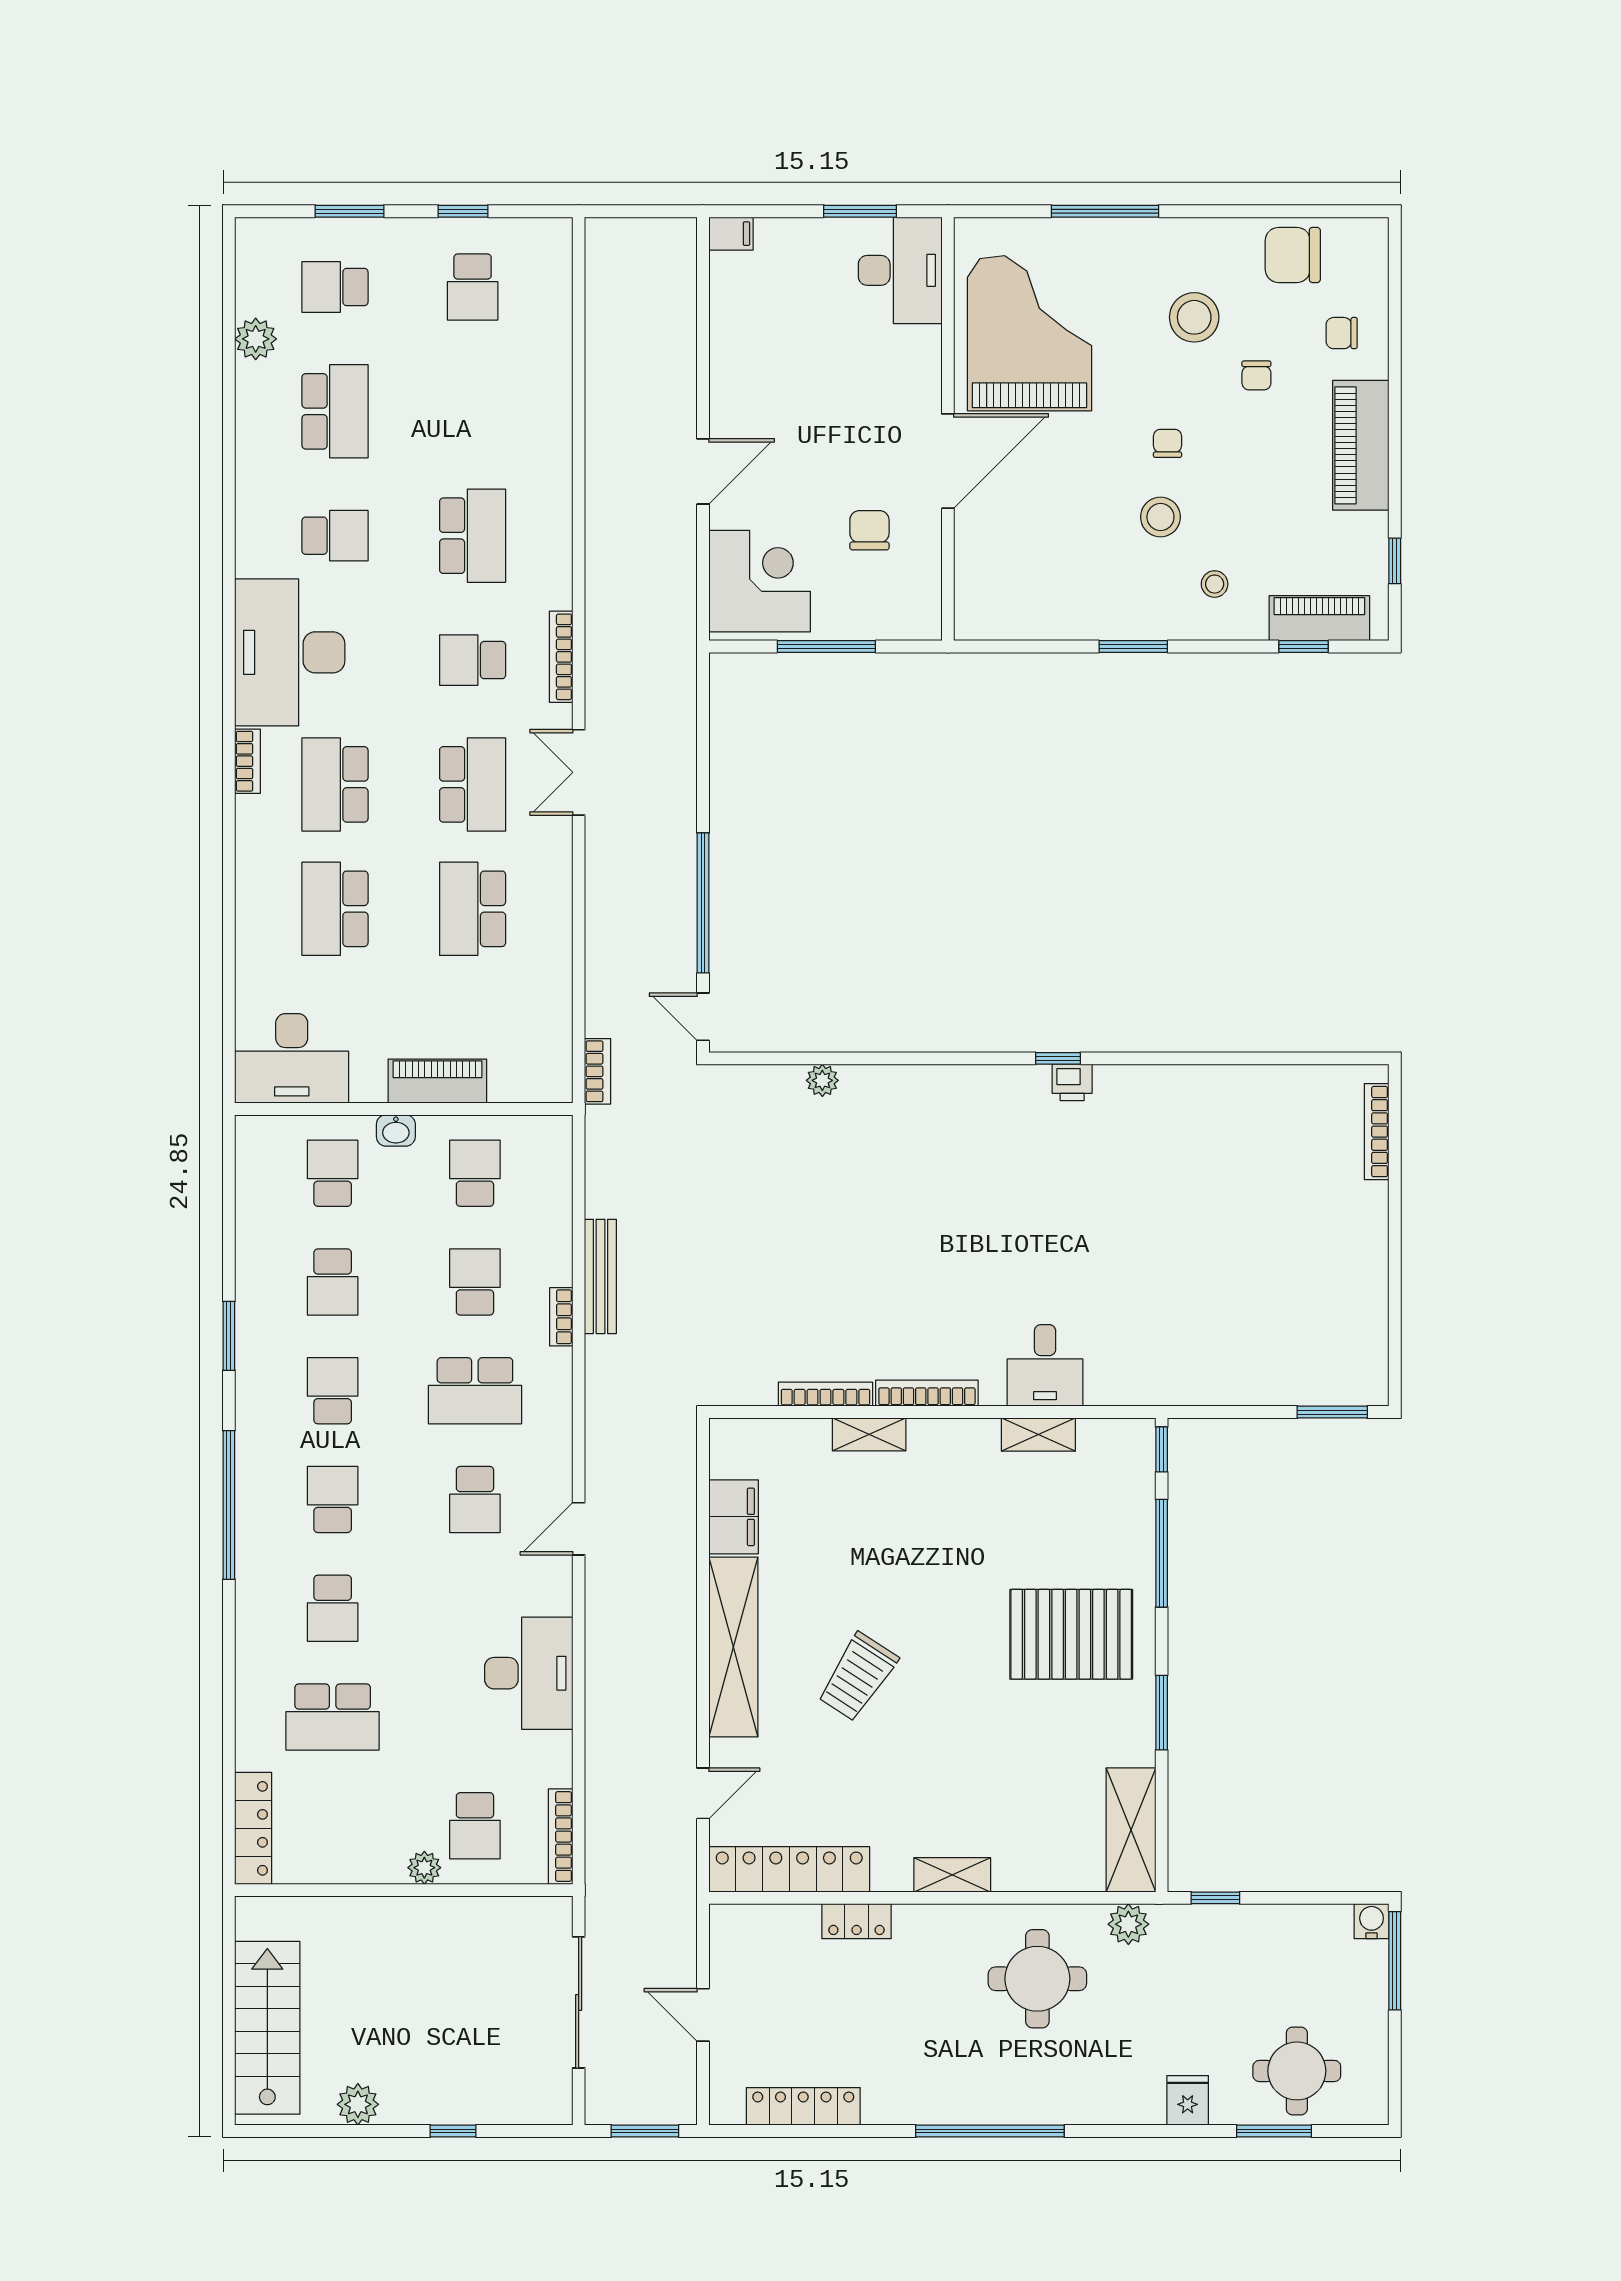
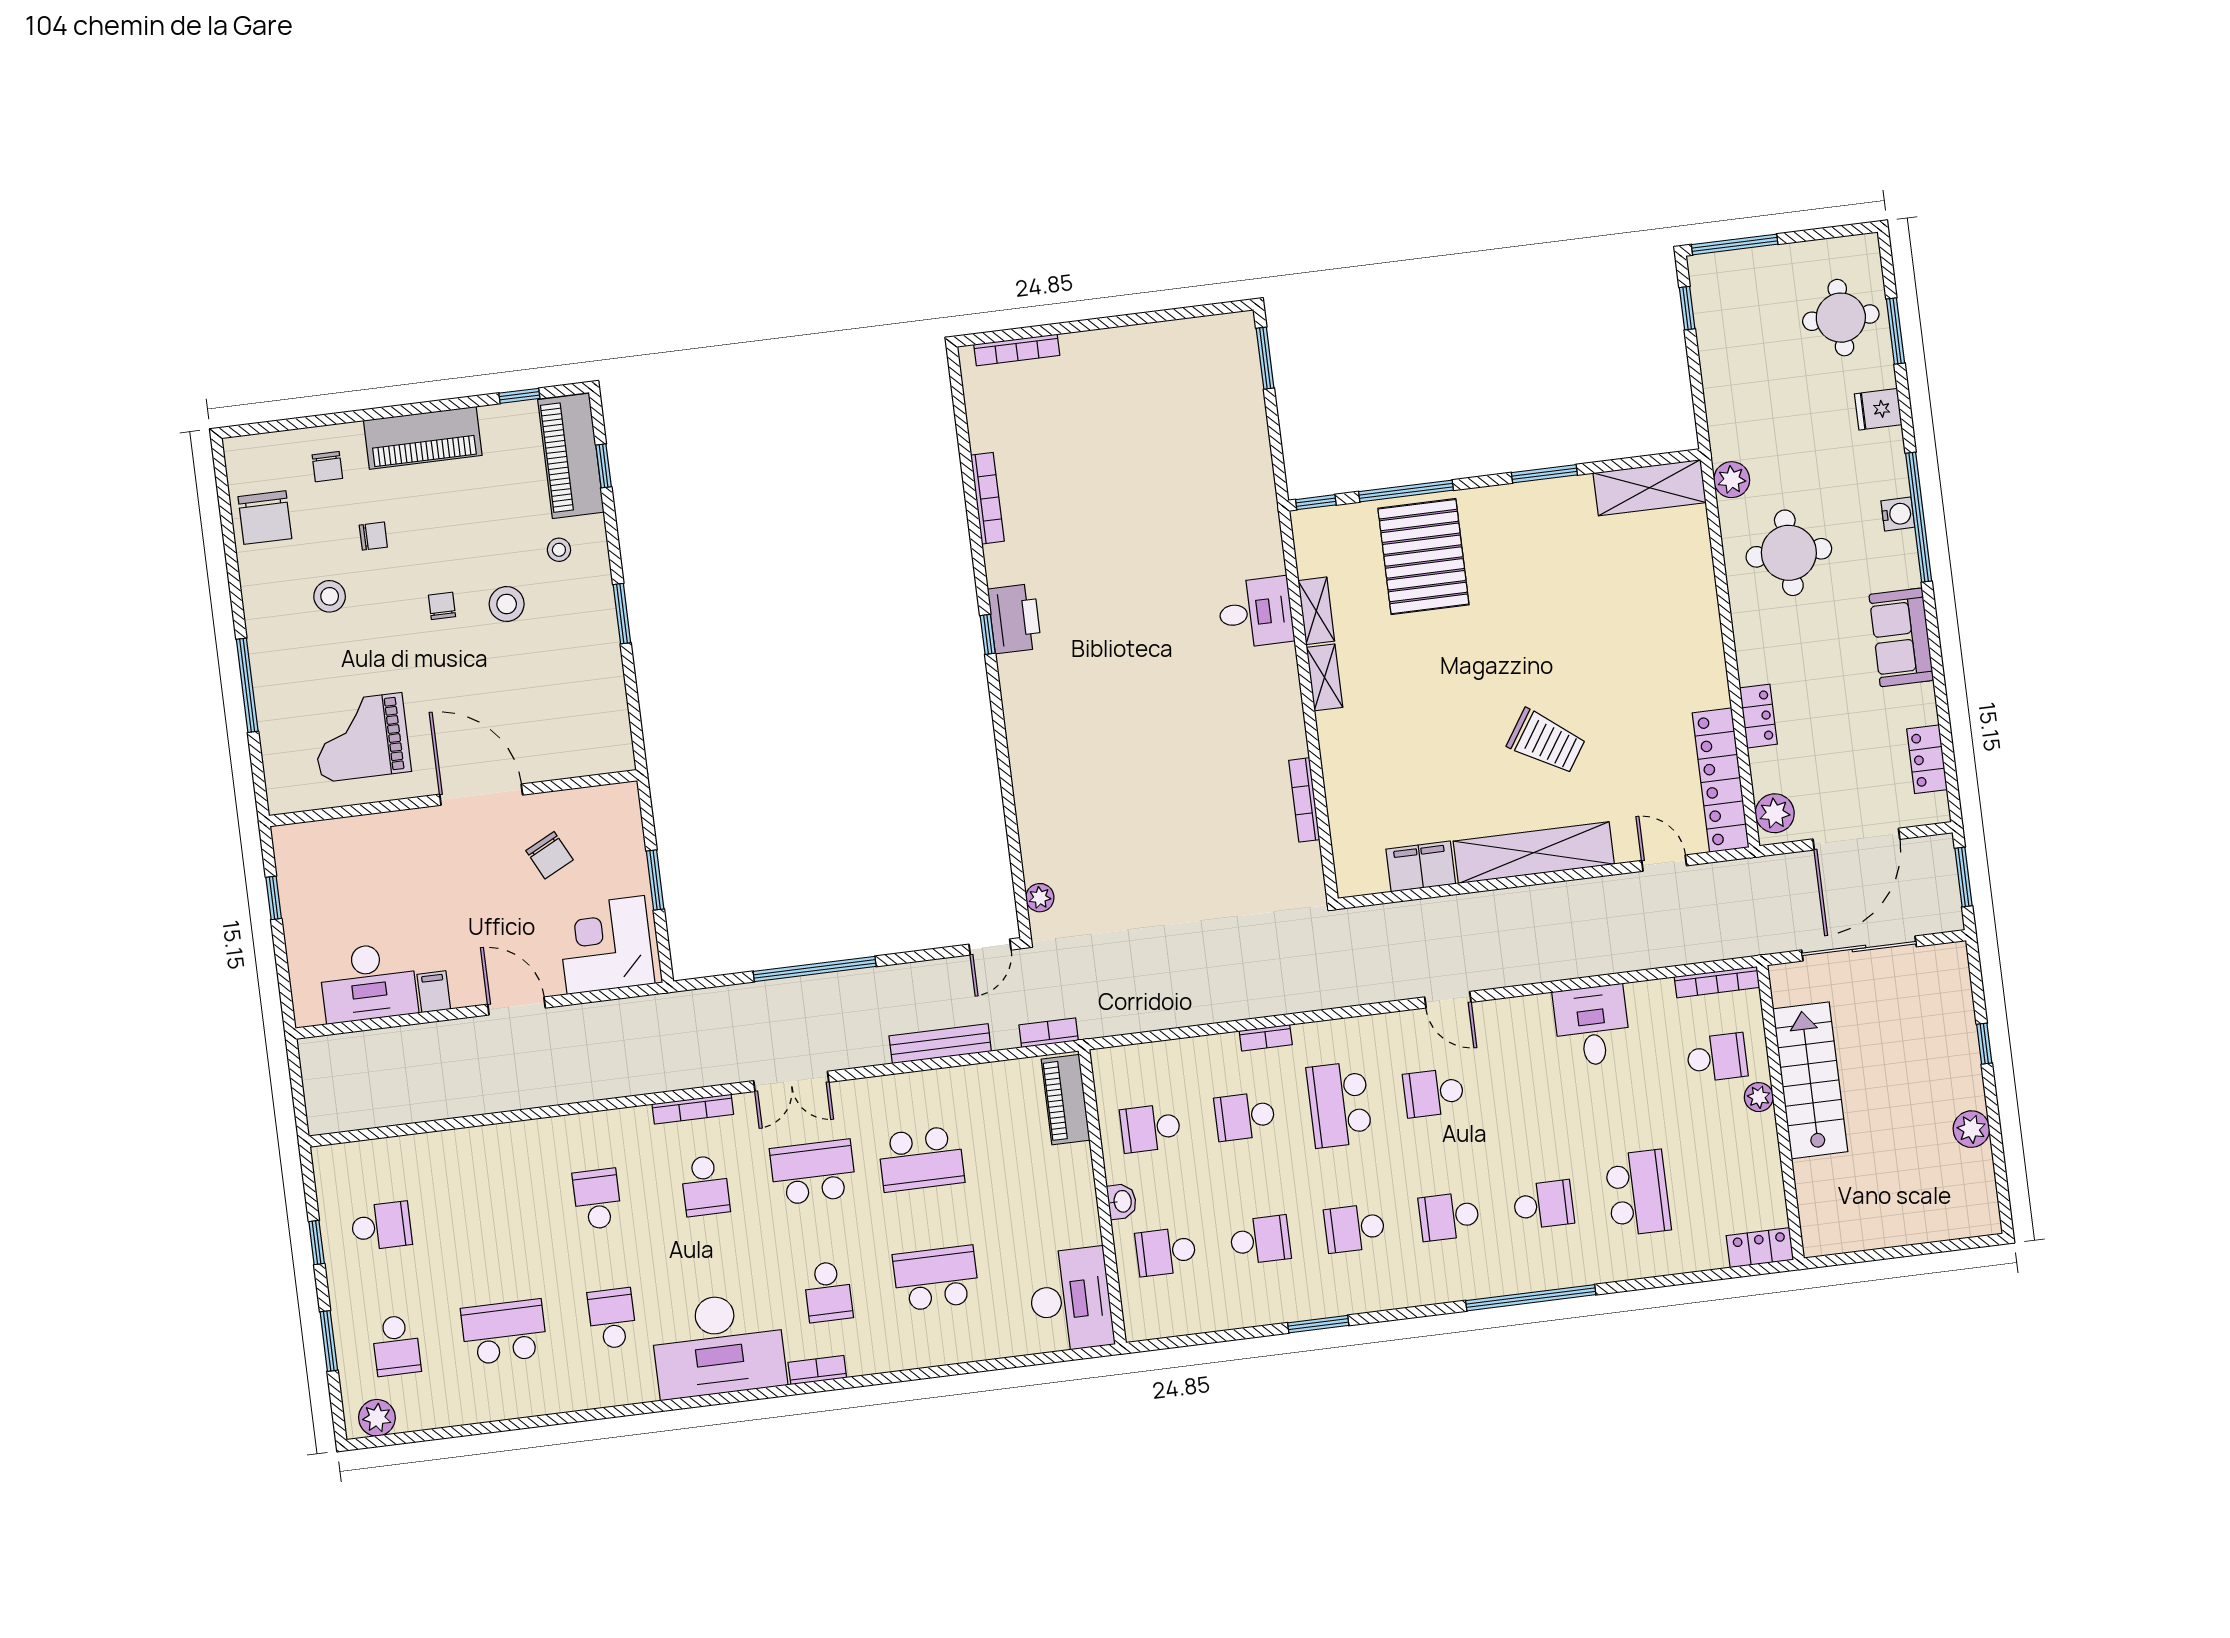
window: (860, 211) -> (274, 898), width x0.67
filing cabinet: (731, 234) -> (434, 992), moved
desk: (900, 270) -> (368, 982), moved, turned 180
stool: (1194, 317) -> (330, 596), width x0.73, depth x0.73
grand piano: (1029, 333) -> (361, 738), width x0.73, depth x0.68
plant: (256, 339) -> (377, 1418), moved
chair: (1167, 443) -> (442, 606), turned 90
chair: (869, 530) -> (550, 855), turned -117
school desk: (473, 536) -> (597, 1199), width x0.54
piano: (1319, 618) -> (571, 456), width x1.37, depth x1.33
window: (826, 646) -> (655, 880), width x0.69
school desk: (335, 784) -> (828, 1292), width x0.54
window: (703, 903) -> (815, 969), moved
school desk: (335, 909) -> (936, 1278), turned 180
plant: (822, 1080) -> (1040, 898), moved
piano: (437, 1081) -> (1066, 1100), moved
printer: (1072, 1082) -> (1015, 619), width x1.87, depth x1.48
bench: (600, 1276) -> (940, 1044), moved
school desk: (475, 1391) -> (1339, 1105), turned 180
bookcase: (927, 1393) -> (987, 498), moved, turned 180
shelving: (869, 1434) -> (1324, 677), moved
school desk: (475, 1500) -> (1434, 1093), turned 180
window: (229, 1505) -> (1531, 1298), moved
pallet: (1071, 1634) -> (1423, 557), moved
desk: (529, 1673) -> (1592, 1026), width x0.73
locker: (253, 1828) -> (1760, 1248), width x0.66
shelving: (952, 1875) -> (1708, 638), removed
window: (1215, 1898) -> (1687, 308), moved
water cooler: (1372, 1921) -> (1898, 514), moved, turned 180
plant: (744, 1926) -> (1775, 813), added
door: (703, 2015) -> (1856, 839), width x1.87
stairs: (267, 2028) -> (1810, 1080), moved, turned 90
sofa: (926, 2094) -> (1901, 637), added
locker: (803, 2106) -> (1927, 759), width x0.66
window: (990, 2131) -> (1919, 517), moved

